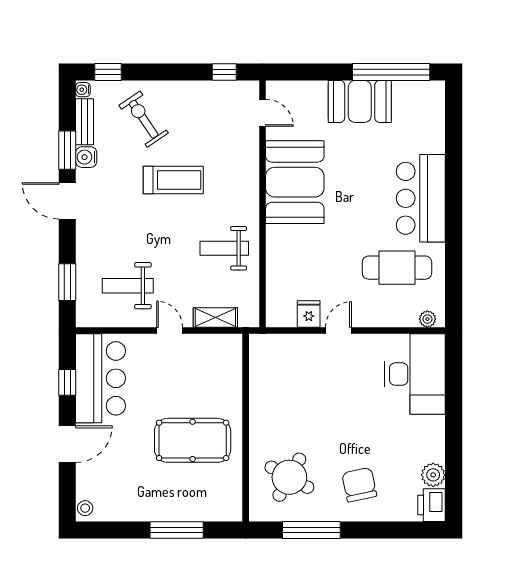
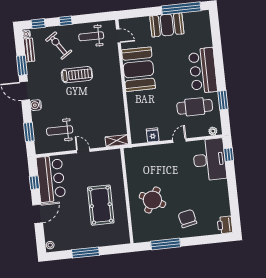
window: (224, 72) -> (66, 21), moved
water cooler: (86, 157) -> (36, 105), moved
weight bench: (224, 248) -> (91, 36), moved
window: (454, 260) -> (223, 100), added
shelving: (215, 317) -> (117, 141), moved
door: (339, 331) -> (179, 141), moved
window: (454, 368) -> (229, 155), added
pool table: (193, 440) -> (101, 205), turned 90
plant: (433, 475) -> (224, 210), removed
round table: (289, 477) -> (152, 200), moved
window: (177, 530) -> (86, 253), moved

